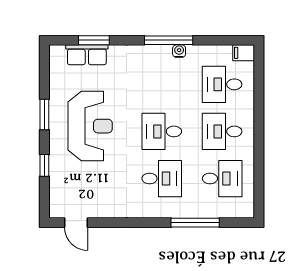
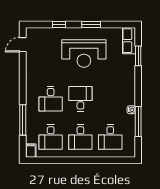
window: (169, 40) -> (138, 121), moved
filing cabinet: (244, 53) -> (31, 151), moved
row of seats: (87, 55) -> (129, 41), moved
desk: (222, 84) -> (110, 137), turned 180
desk: (222, 131) -> (80, 137), turned 180

